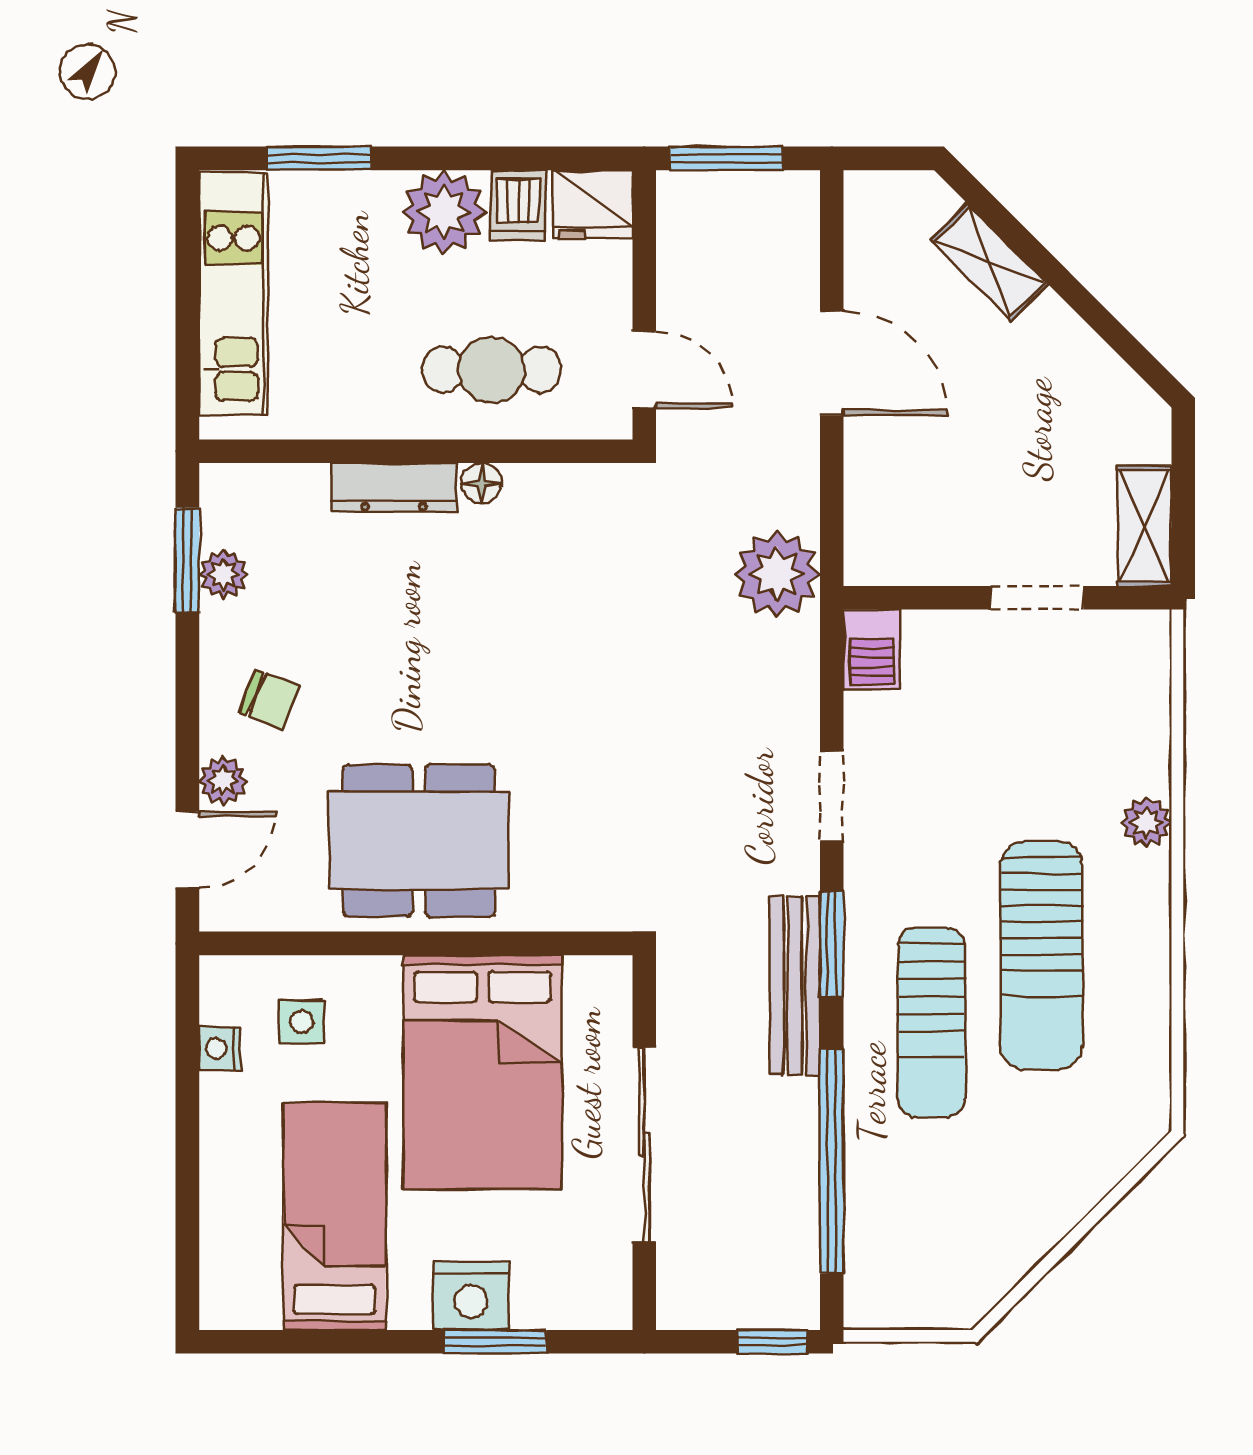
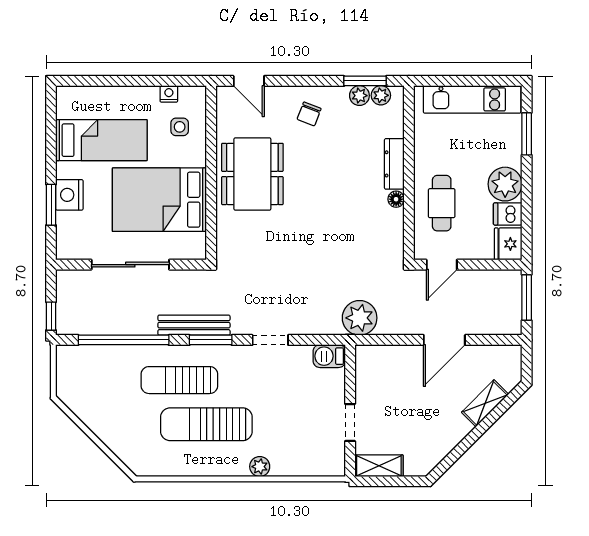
plant: (223, 781) -> (381, 95), moved

